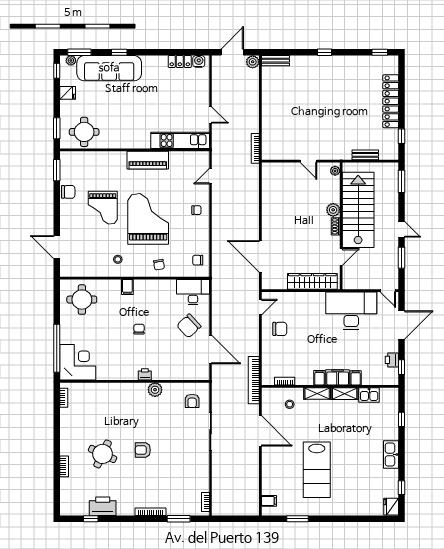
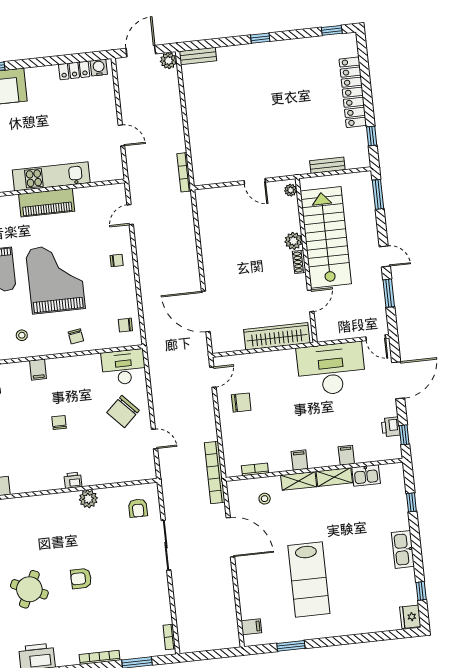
kitchen unit: (180, 140) -> (51, 176), moved
door: (211, 349) -> (154, 439), width x0.53
filing cabinet: (338, 377) -> (323, 457), removed

